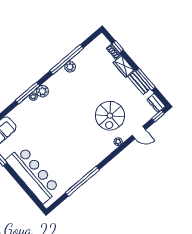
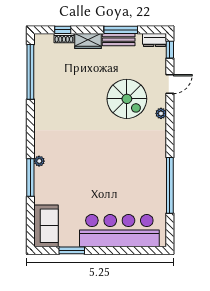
window: (67, 60) -> (30, 72), moved
plant: (70, 67) -> (41, 97), removed
plant: (43, 91) -> (42, 147), removed
window: (28, 93) -> (30, 178), moved

